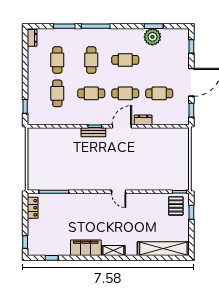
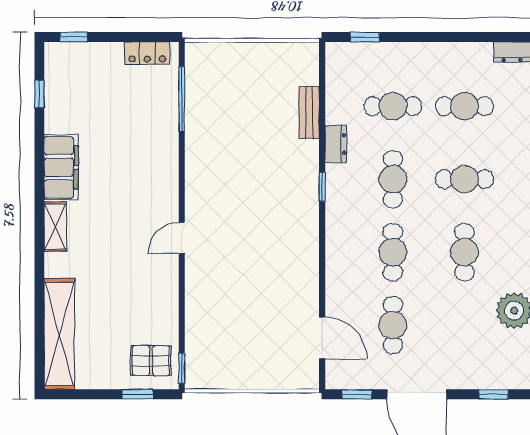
dresser: (143, 120) -> (336, 144), moved
door: (122, 126) -> (322, 338), moved
bench: (93, 132) -> (309, 113), moved

